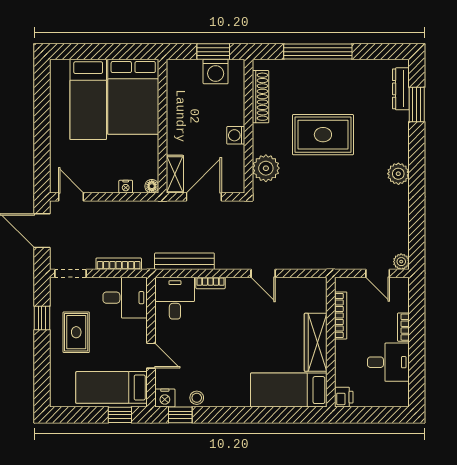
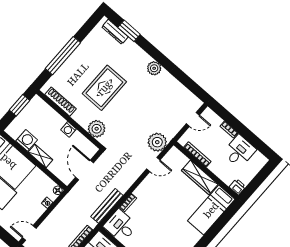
washing machine: (216, 72) -> (27, 140), moved, turned -90
shelving: (175, 174) -> (40, 156), moved
plant: (401, 262) -> (157, 142), moved, width x1.87, depth x1.87
door: (263, 273) -> (153, 164), moved

